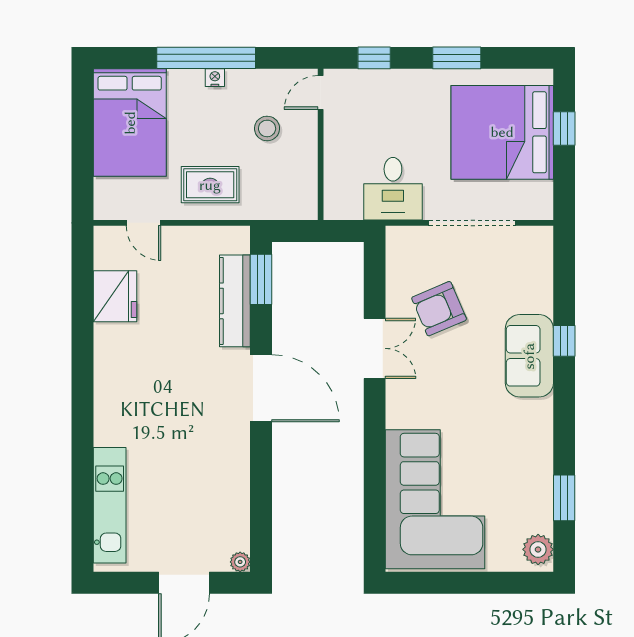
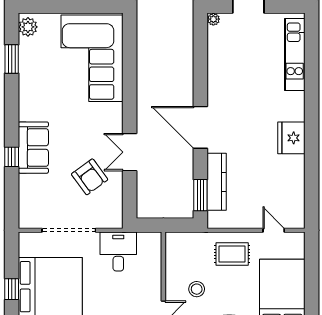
fridge: (115, 296) -> (291, 138), moved
armchair: (439, 309) -> (90, 177), turned 77

